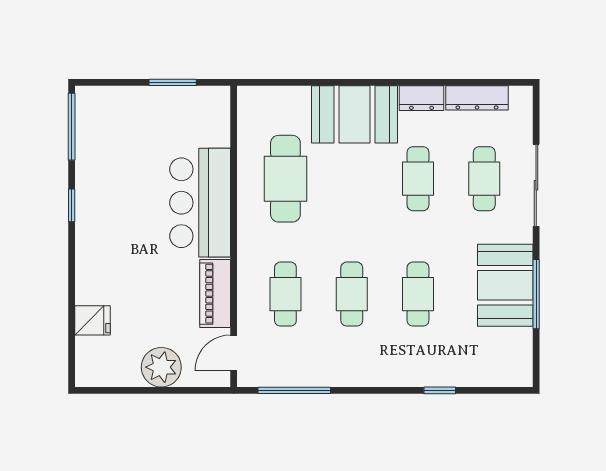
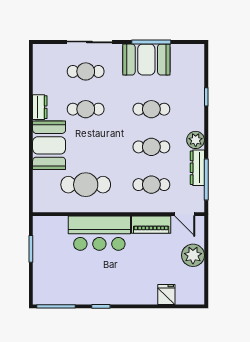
dresser: (477, 98) -> (197, 168), moved, turned 180
plant: (364, 372) -> (196, 140), added

